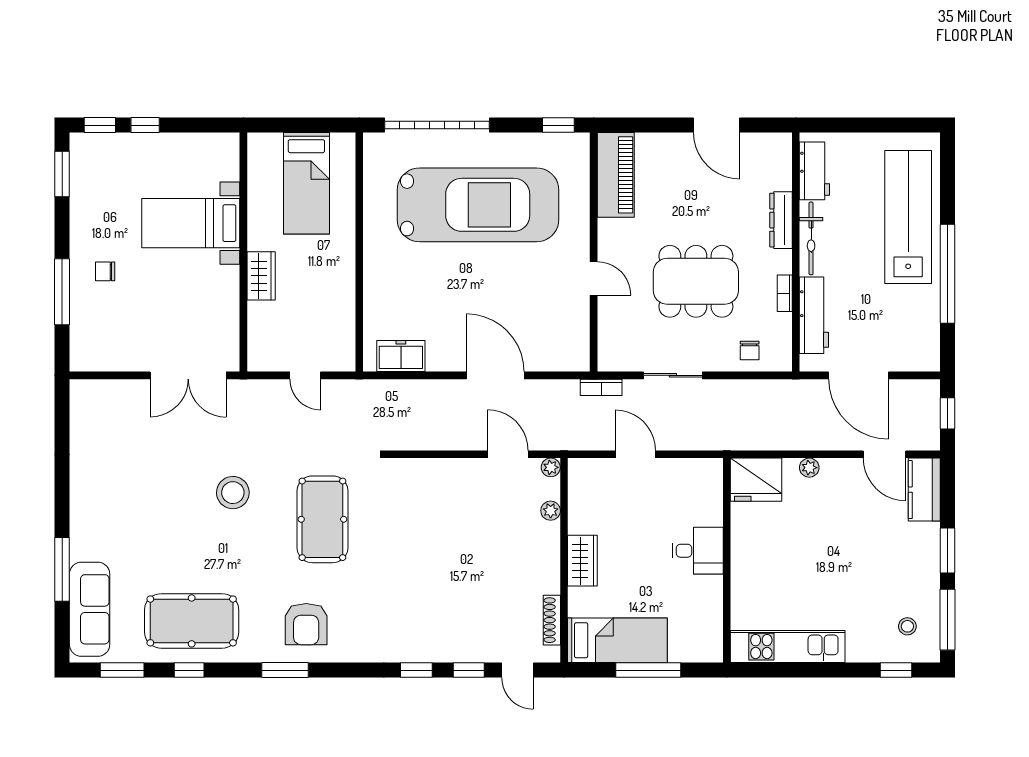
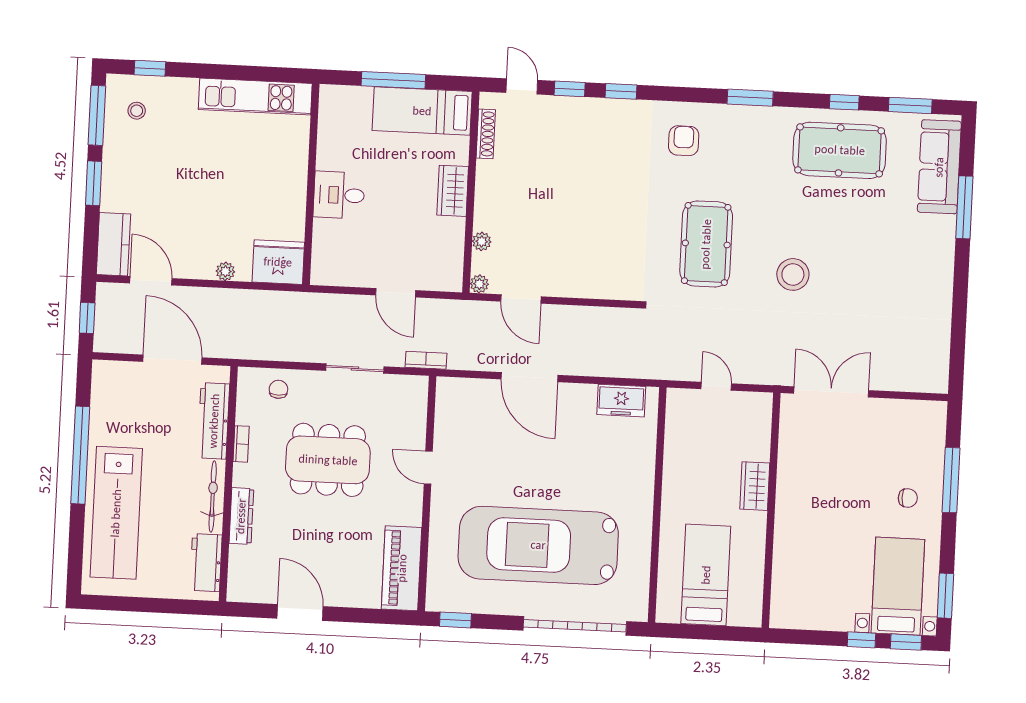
bed with nightstands: (191, 223) -> (898, 586), moved, turned -90
armchair: (306, 624) -> (684, 141), moved, width x0.72, depth x0.72

